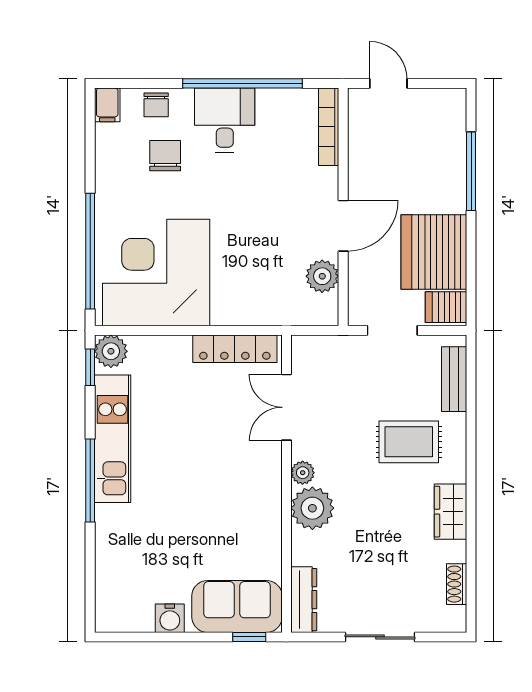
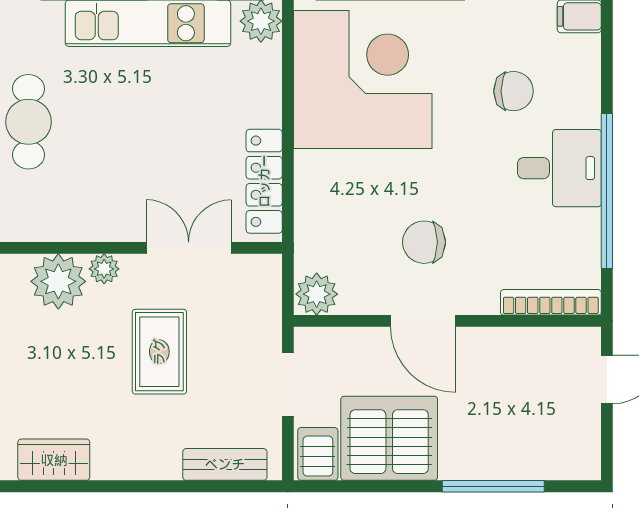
chair: (156, 105) -> (424, 242), moved, width x1.37, depth x1.37
plant: (322, 276) -> (317, 294), moved
rug: (409, 442) -> (159, 352), moved
cafe table: (189, 531) -> (28, 122), added

